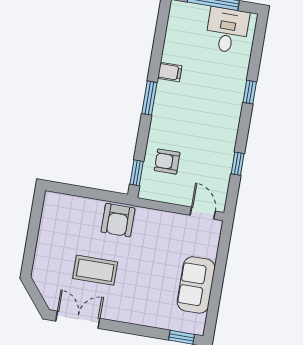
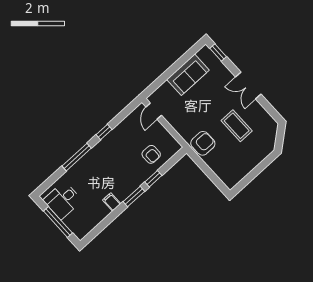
window: (250, 92) -> (77, 157), width x2.17
window: (238, 164) -> (104, 132), moved
window: (137, 173) -> (153, 179), moved
double door: (78, 320) -> (248, 86), moved

